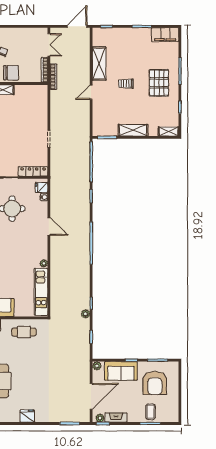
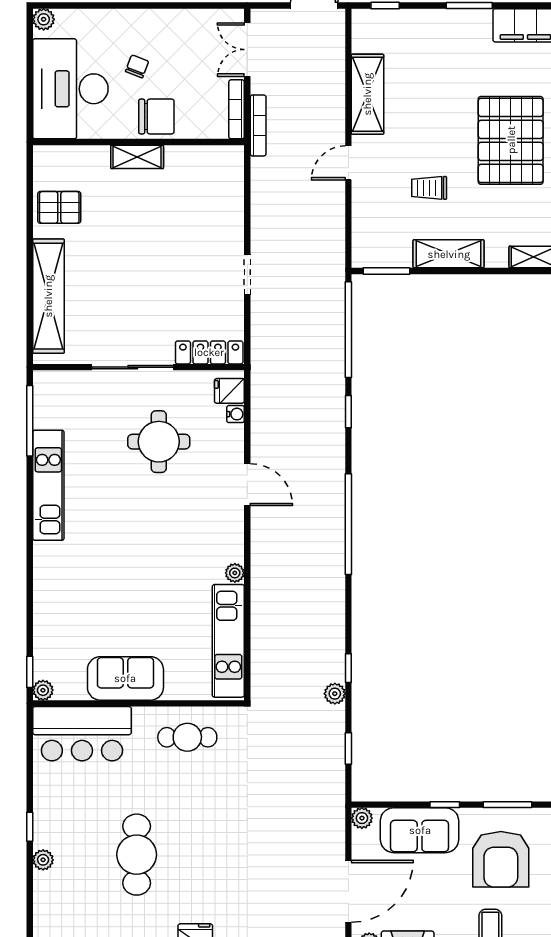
double door: (49, 45) -> (247, 50), swing flipped
pallet: (159, 83) -> (511, 140), width x1.37, depth x1.41
trolley: (126, 84) -> (429, 188), moved

